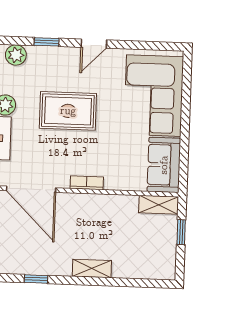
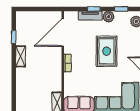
shelving: (92, 268) -> (21, 56), moved

